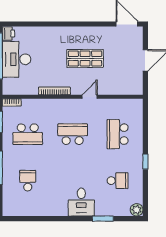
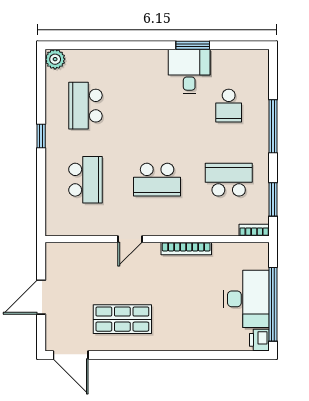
shop shelf: (85, 58) -> (122, 319), moved
school desk: (118, 181) -> (85, 106), width x1.85
desk: (81, 202) -> (189, 71), moved
window: (103, 219) -> (193, 45), moved

